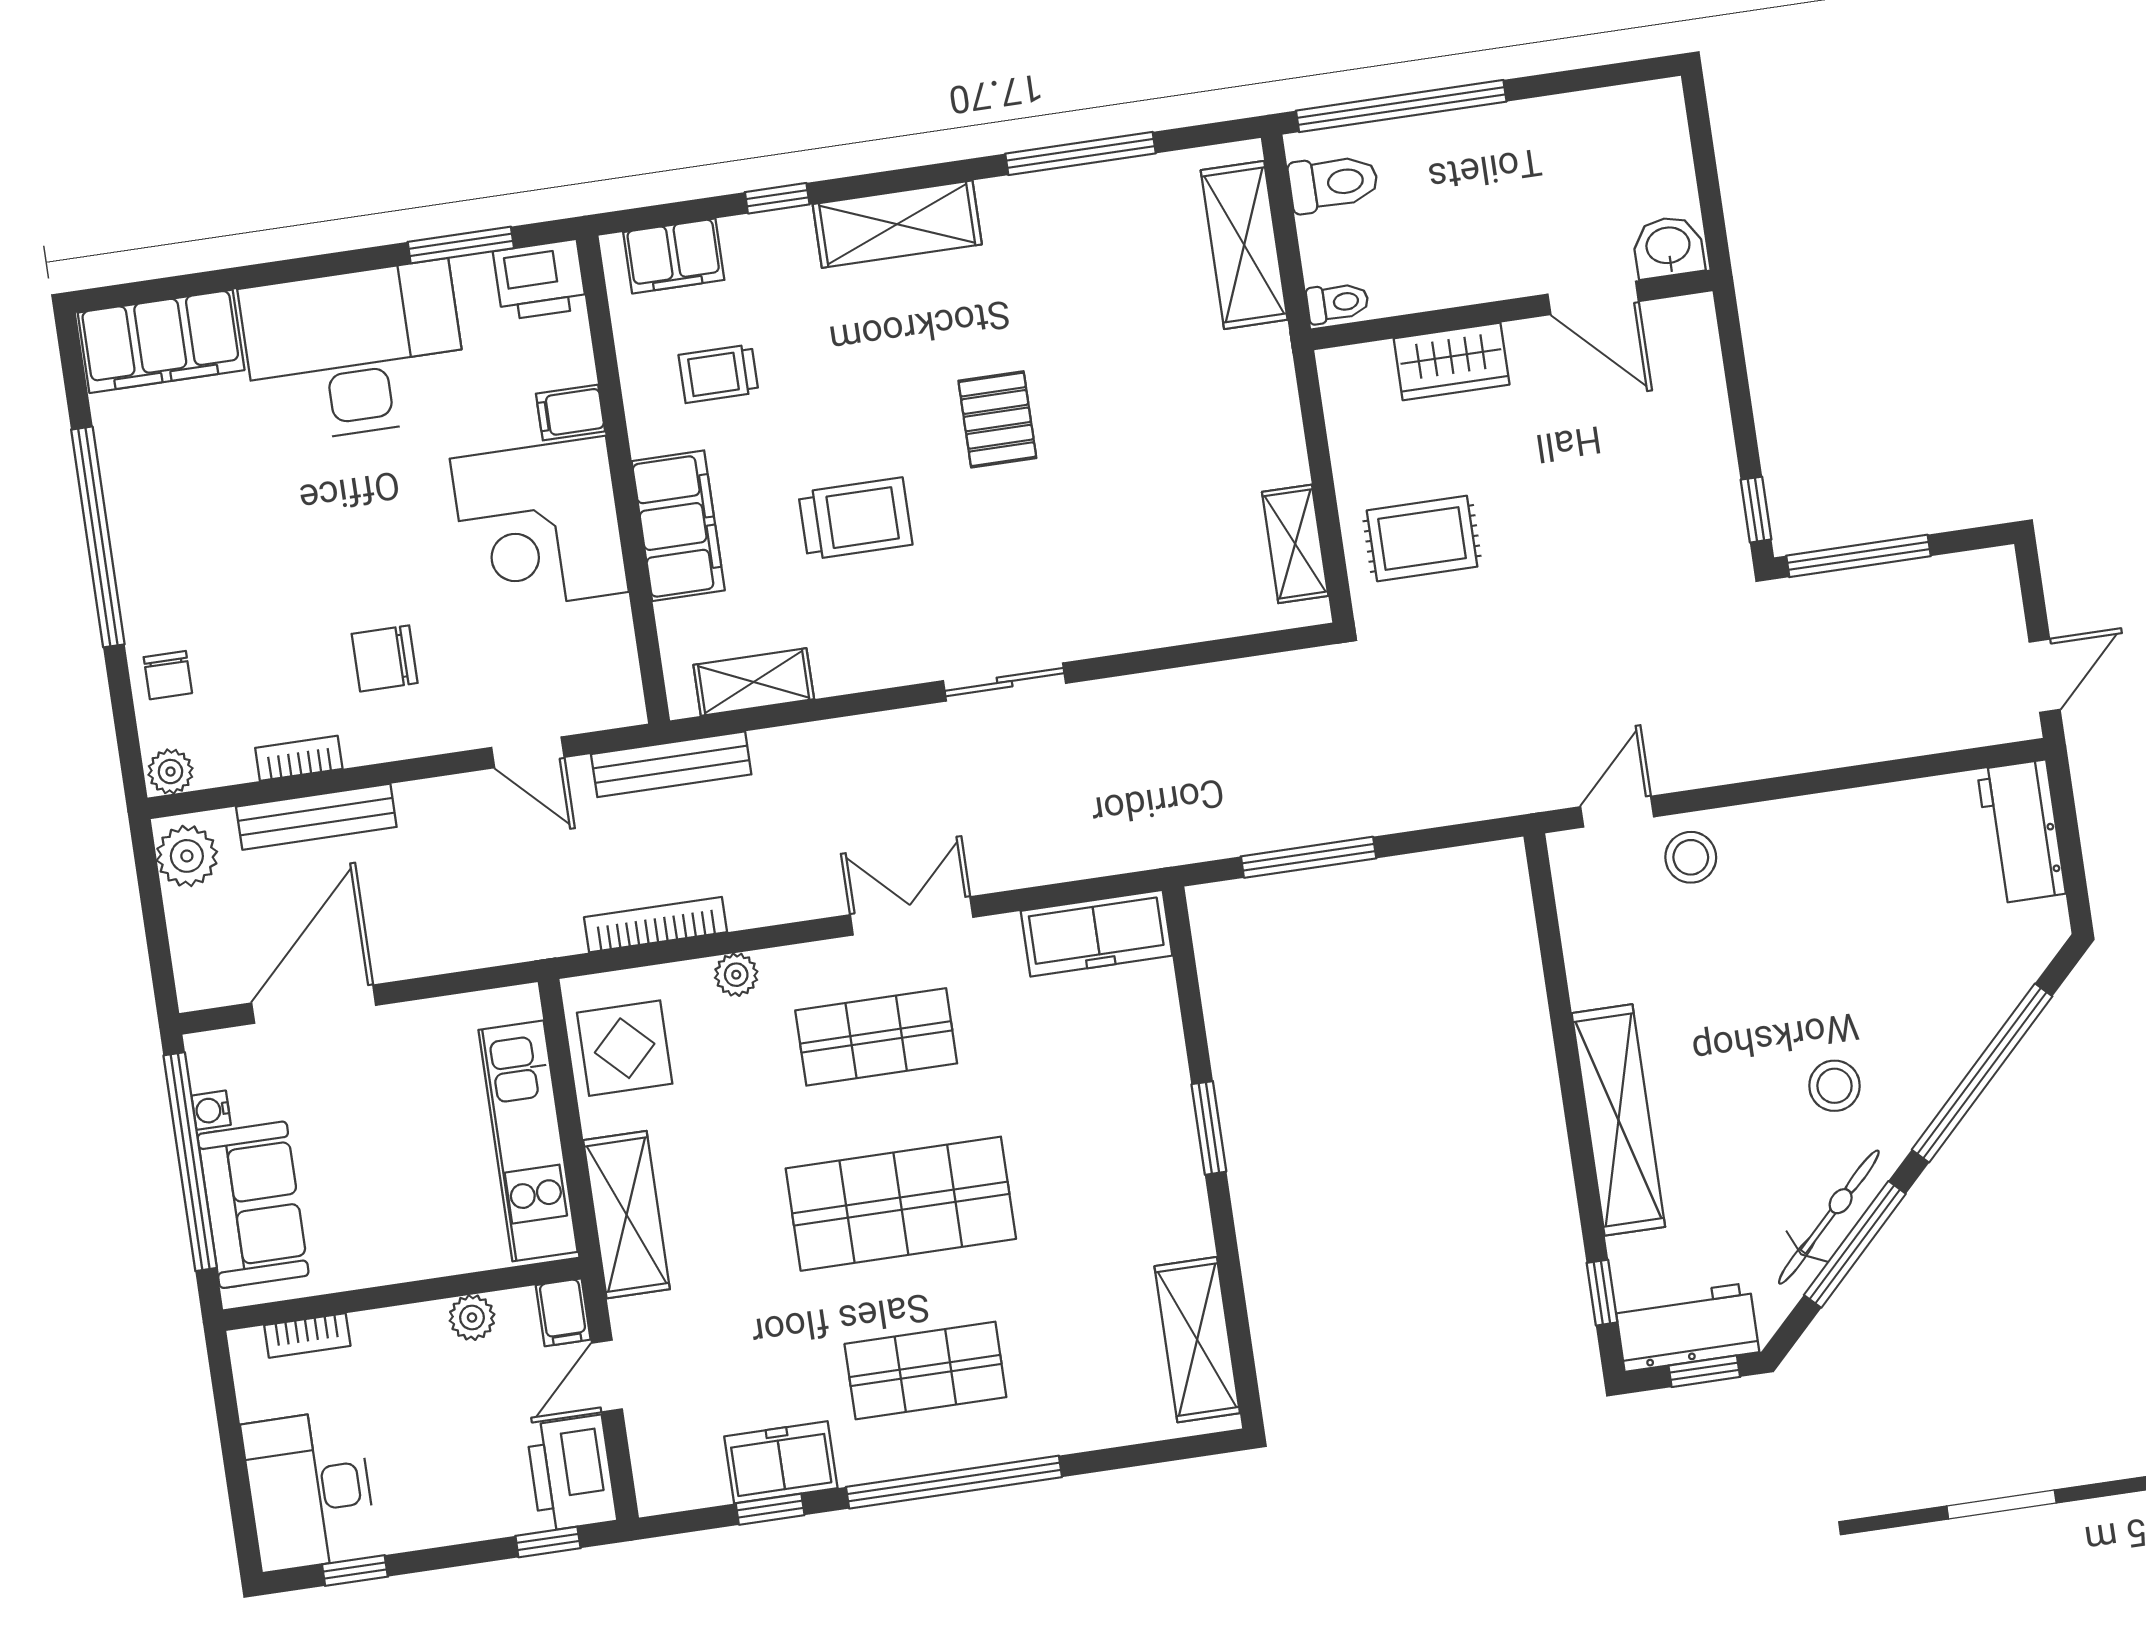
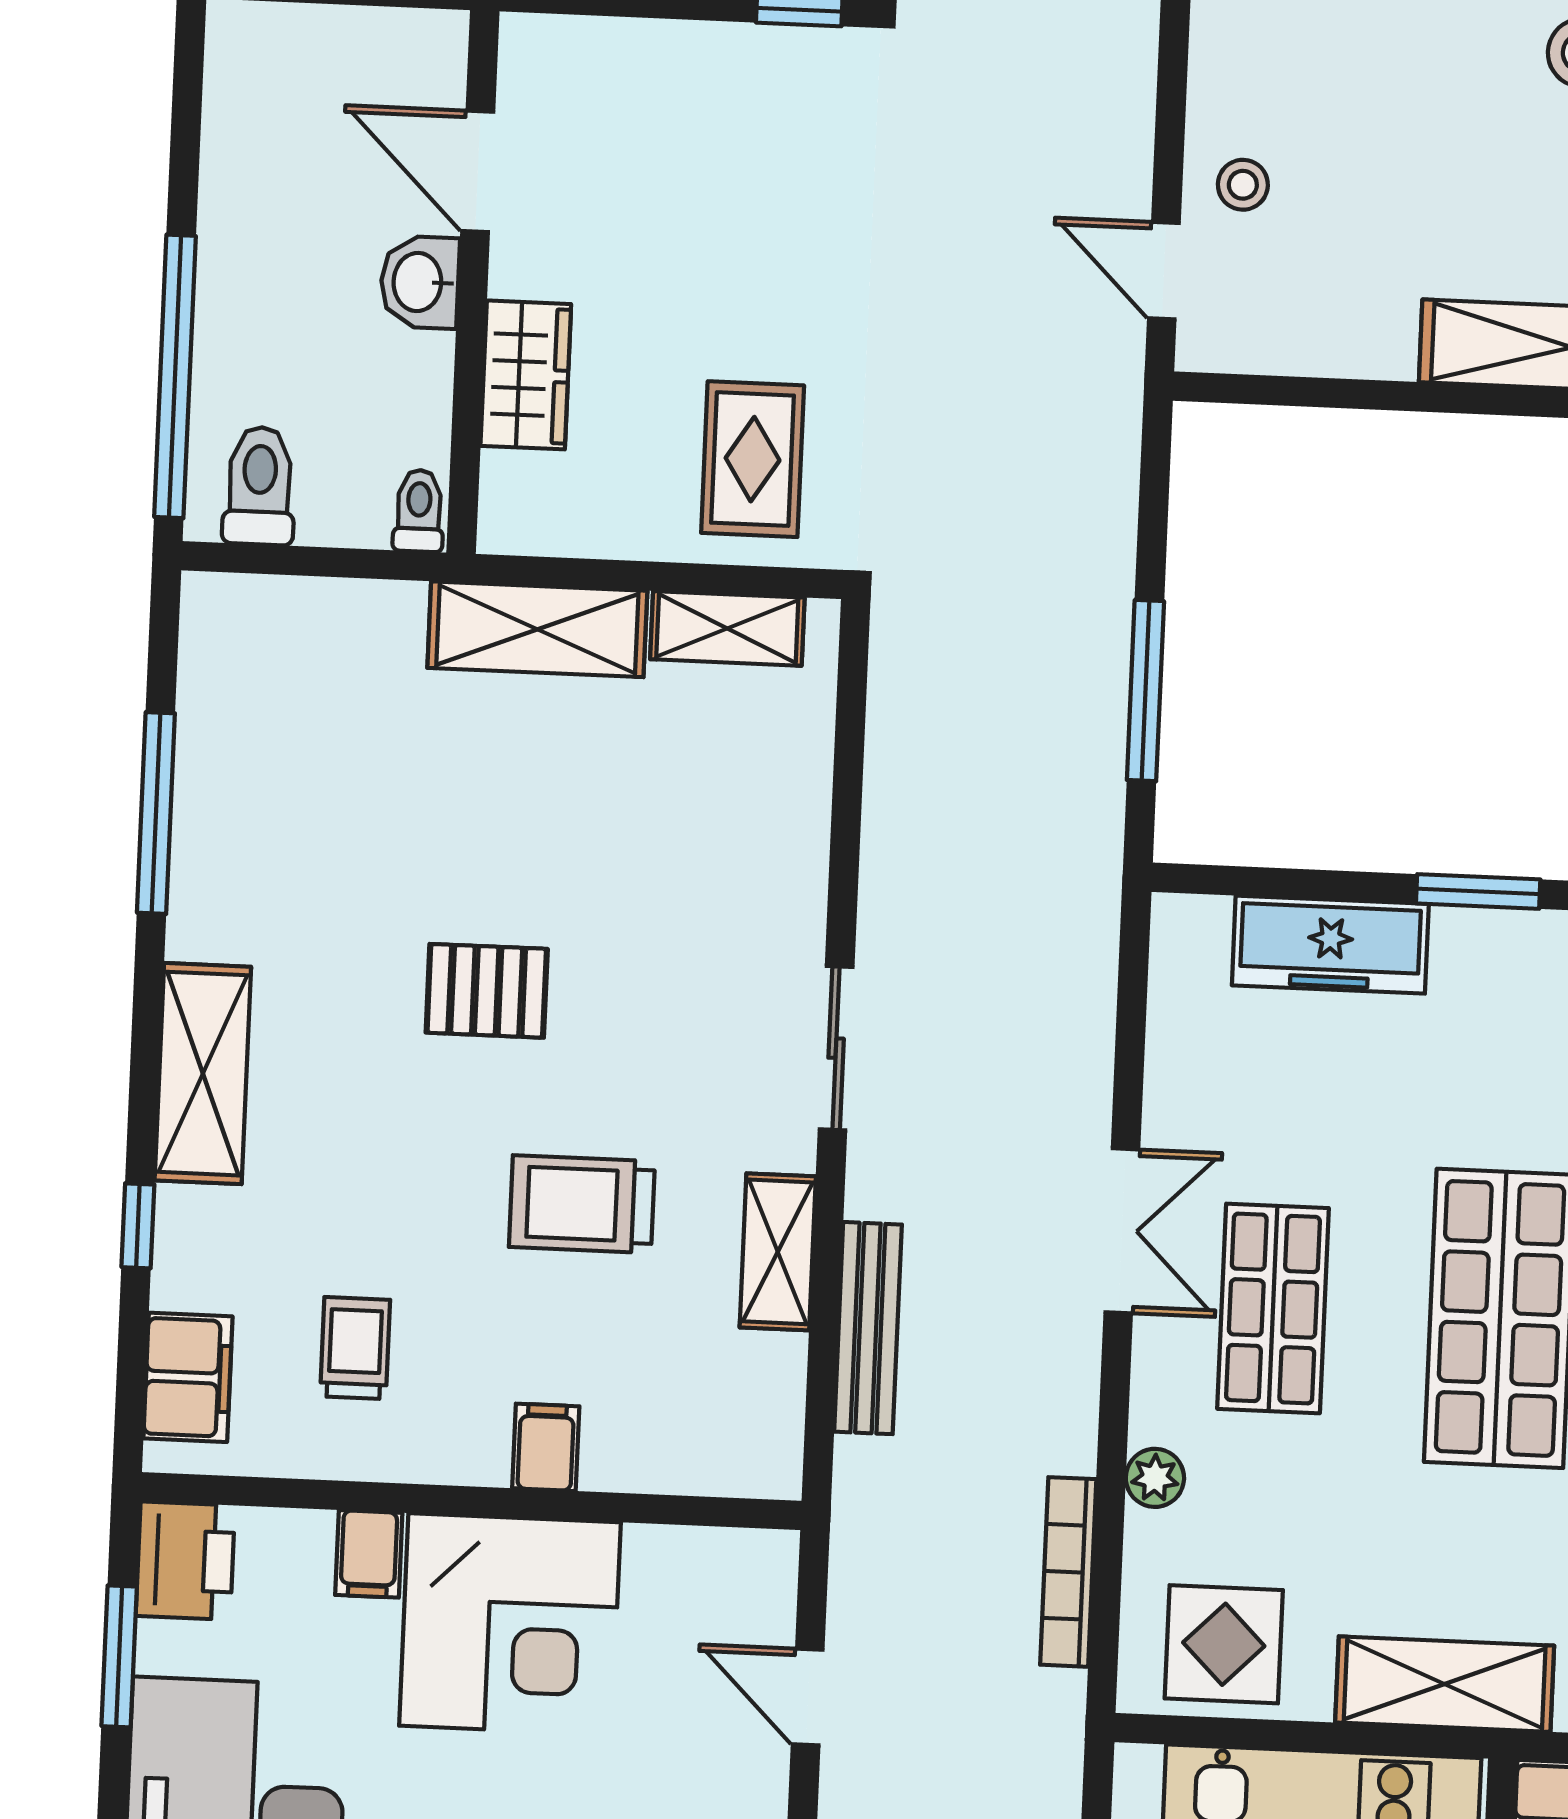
shelving: (1244, 245) -> (537, 629), moved
washbasin: (1668, 247) -> (420, 282), moved
door: (1593, 298) -> (478, 171), swing flipped
trolley: (719, 374) -> (355, 1348), turned 180
trolley: (855, 519) -> (582, 1204), turned -90
filing cabinet: (678, 526) -> (546, 1447), width x0.33, depth x0.86
shelving: (754, 682) -> (778, 1252), moved
door: (528, 752) -> (808, 1697), swing flipped
bench: (671, 764) -> (868, 1328), moved
stool: (1691, 857) -> (1243, 185), width x0.73, depth x0.73
double door: (912, 916) -> (1122, 1231), swing flipped
freezer: (1097, 933) -> (1330, 945), moved, turned 90

